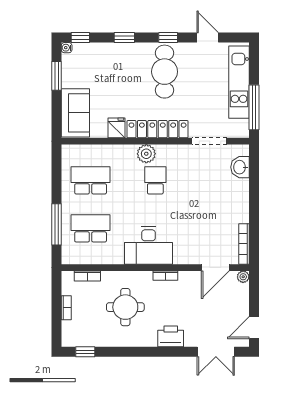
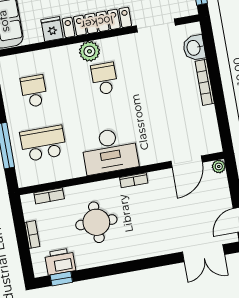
school desk: (91, 180) -> (34, 91), width x0.54
bookcase: (244, 244) -> (205, 82), moved
printer: (171, 336) -> (60, 262), moved

